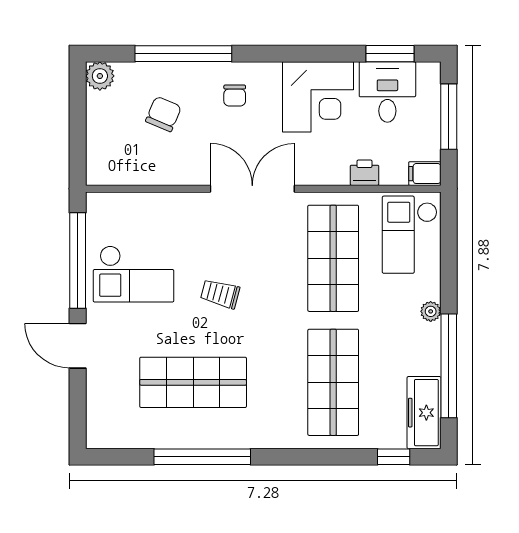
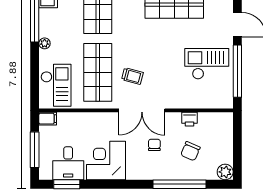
chair: (235, 96) -> (154, 145), moved
printer: (364, 173) -> (189, 119), moved
trolley: (220, 294) -> (132, 76), moved

